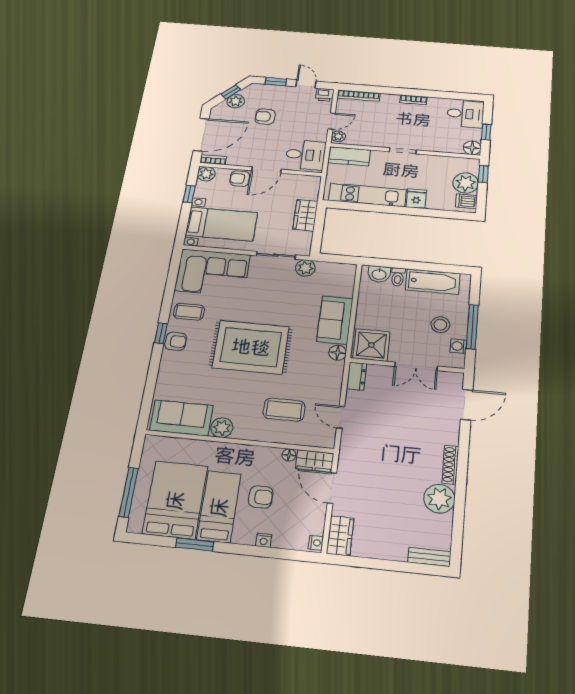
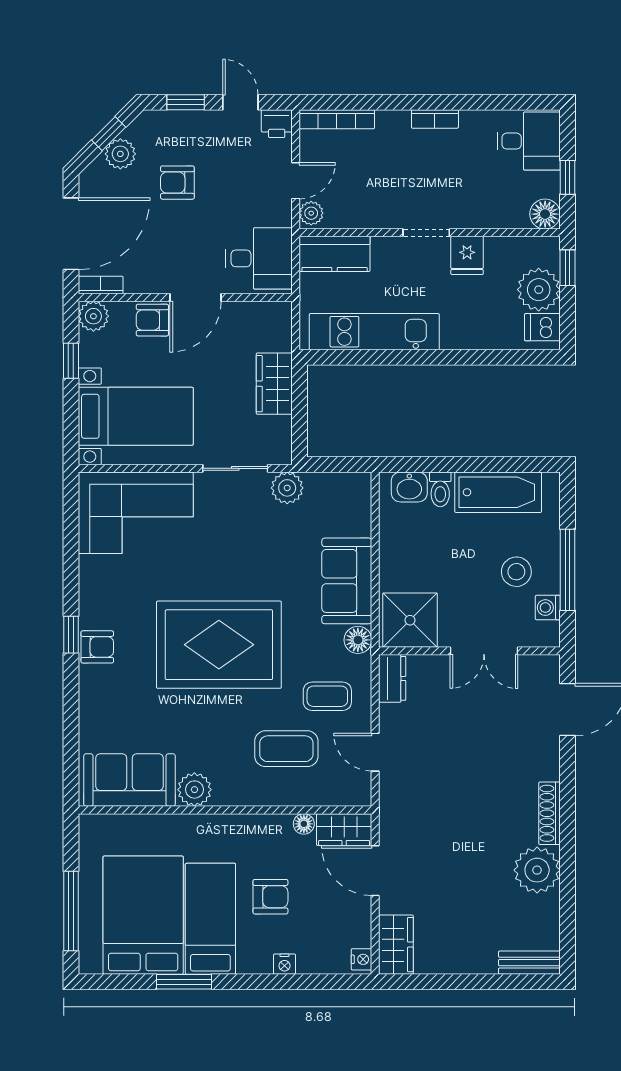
fridge: (416, 199) -> (467, 255), moved, turned 180
coffee table: (189, 312) -> (327, 696), moved

